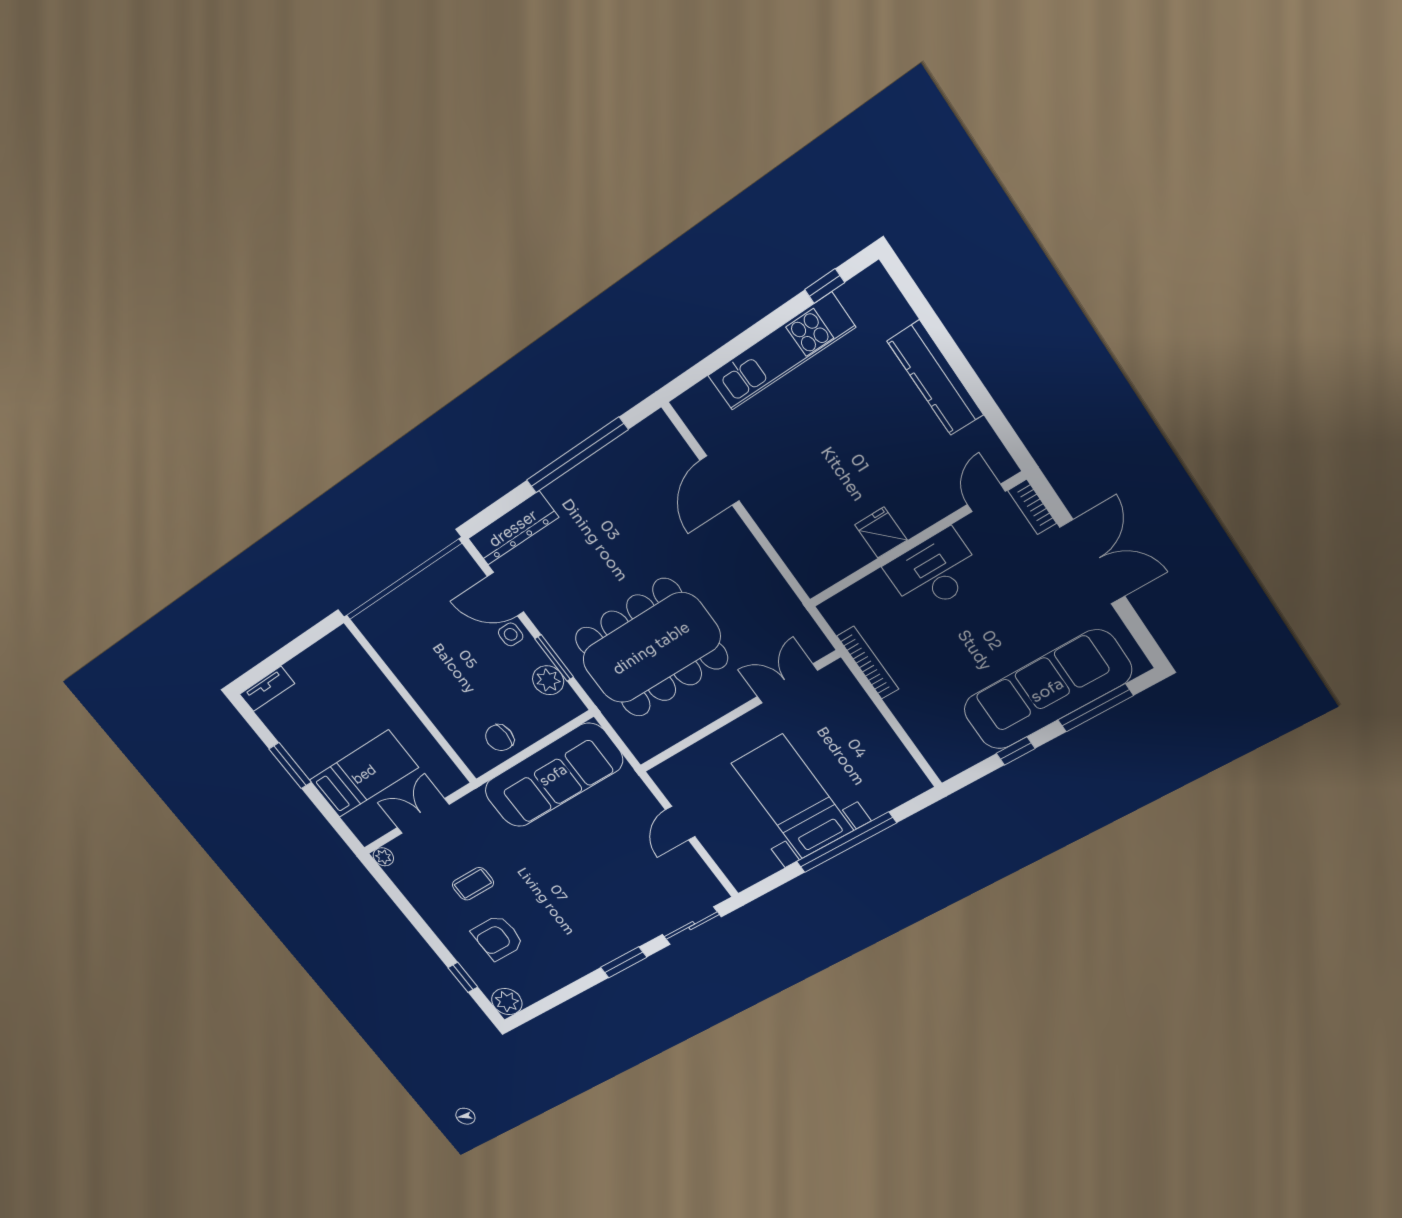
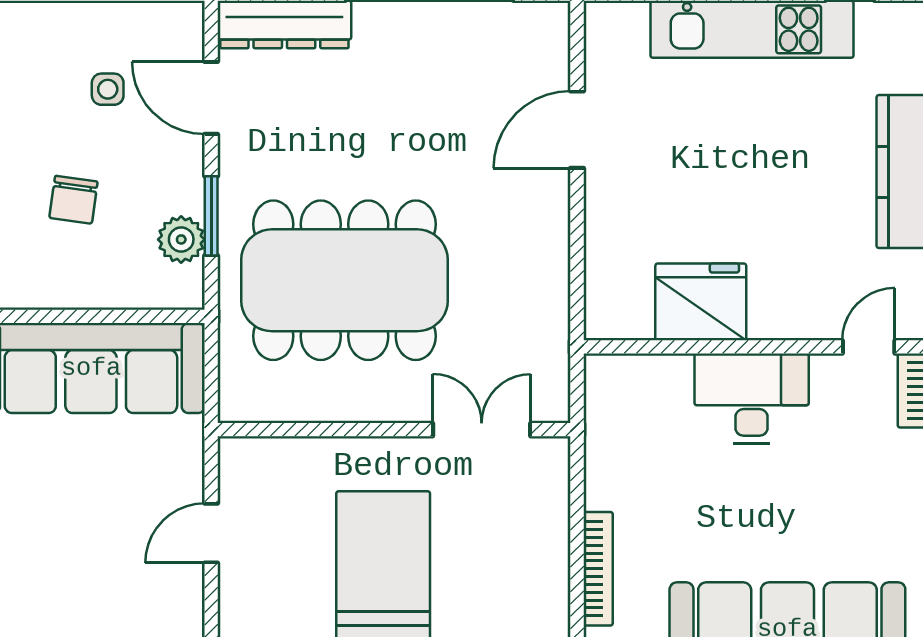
fridge: (881, 532) -> (701, 302), width x1.88, depth x1.34
side table: (511, 634) -> (108, 89), moved
bookcase: (868, 663) -> (598, 569), moved
chair: (500, 738) -> (73, 200), moved, turned -82

